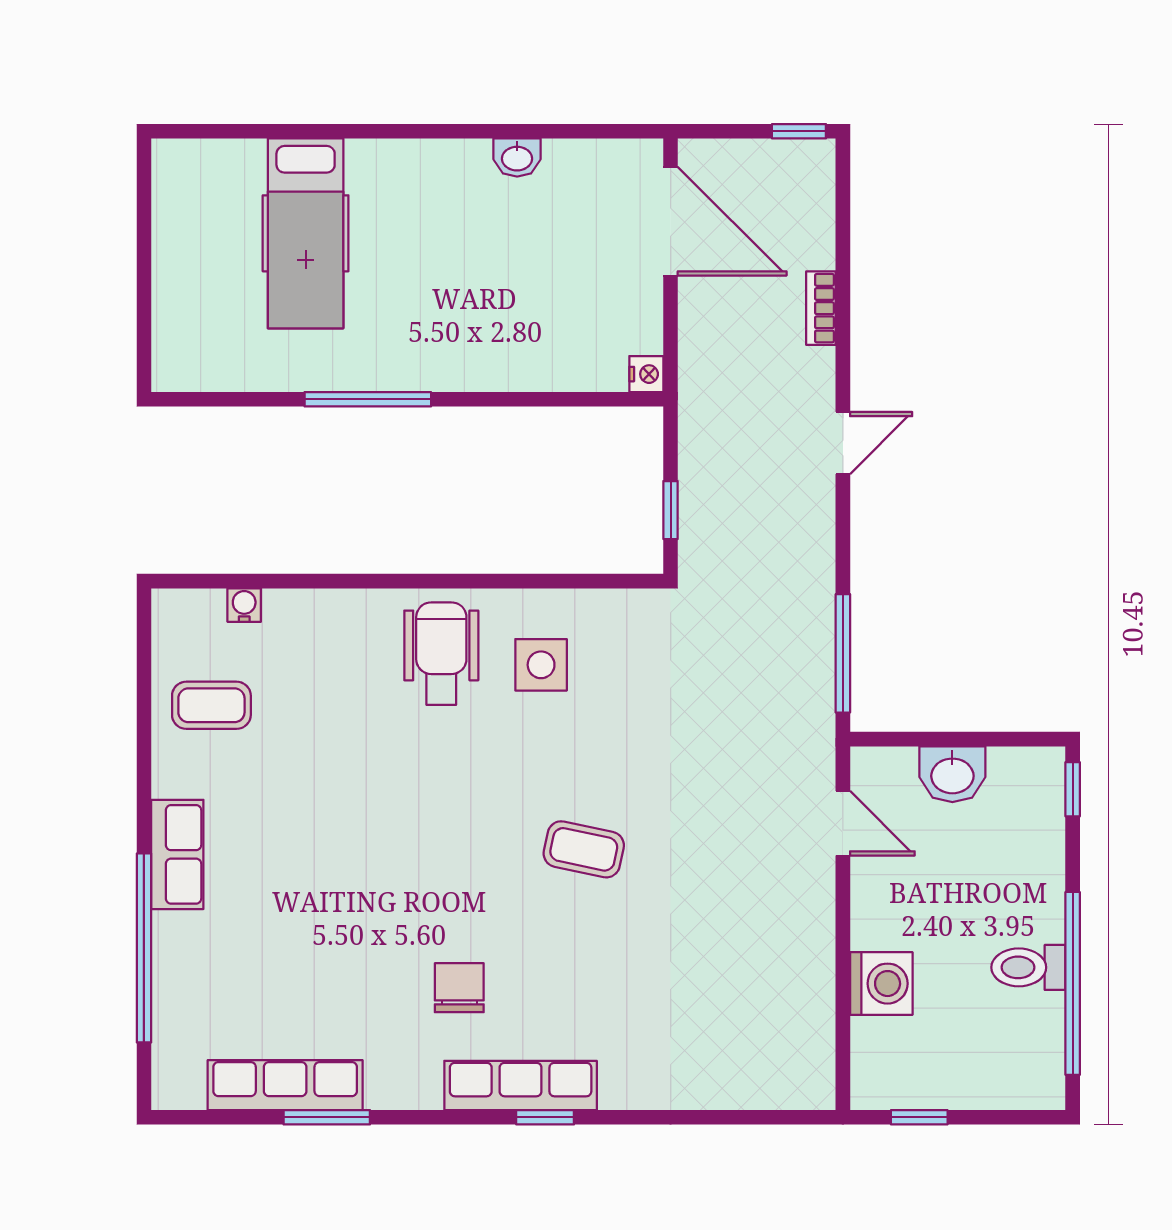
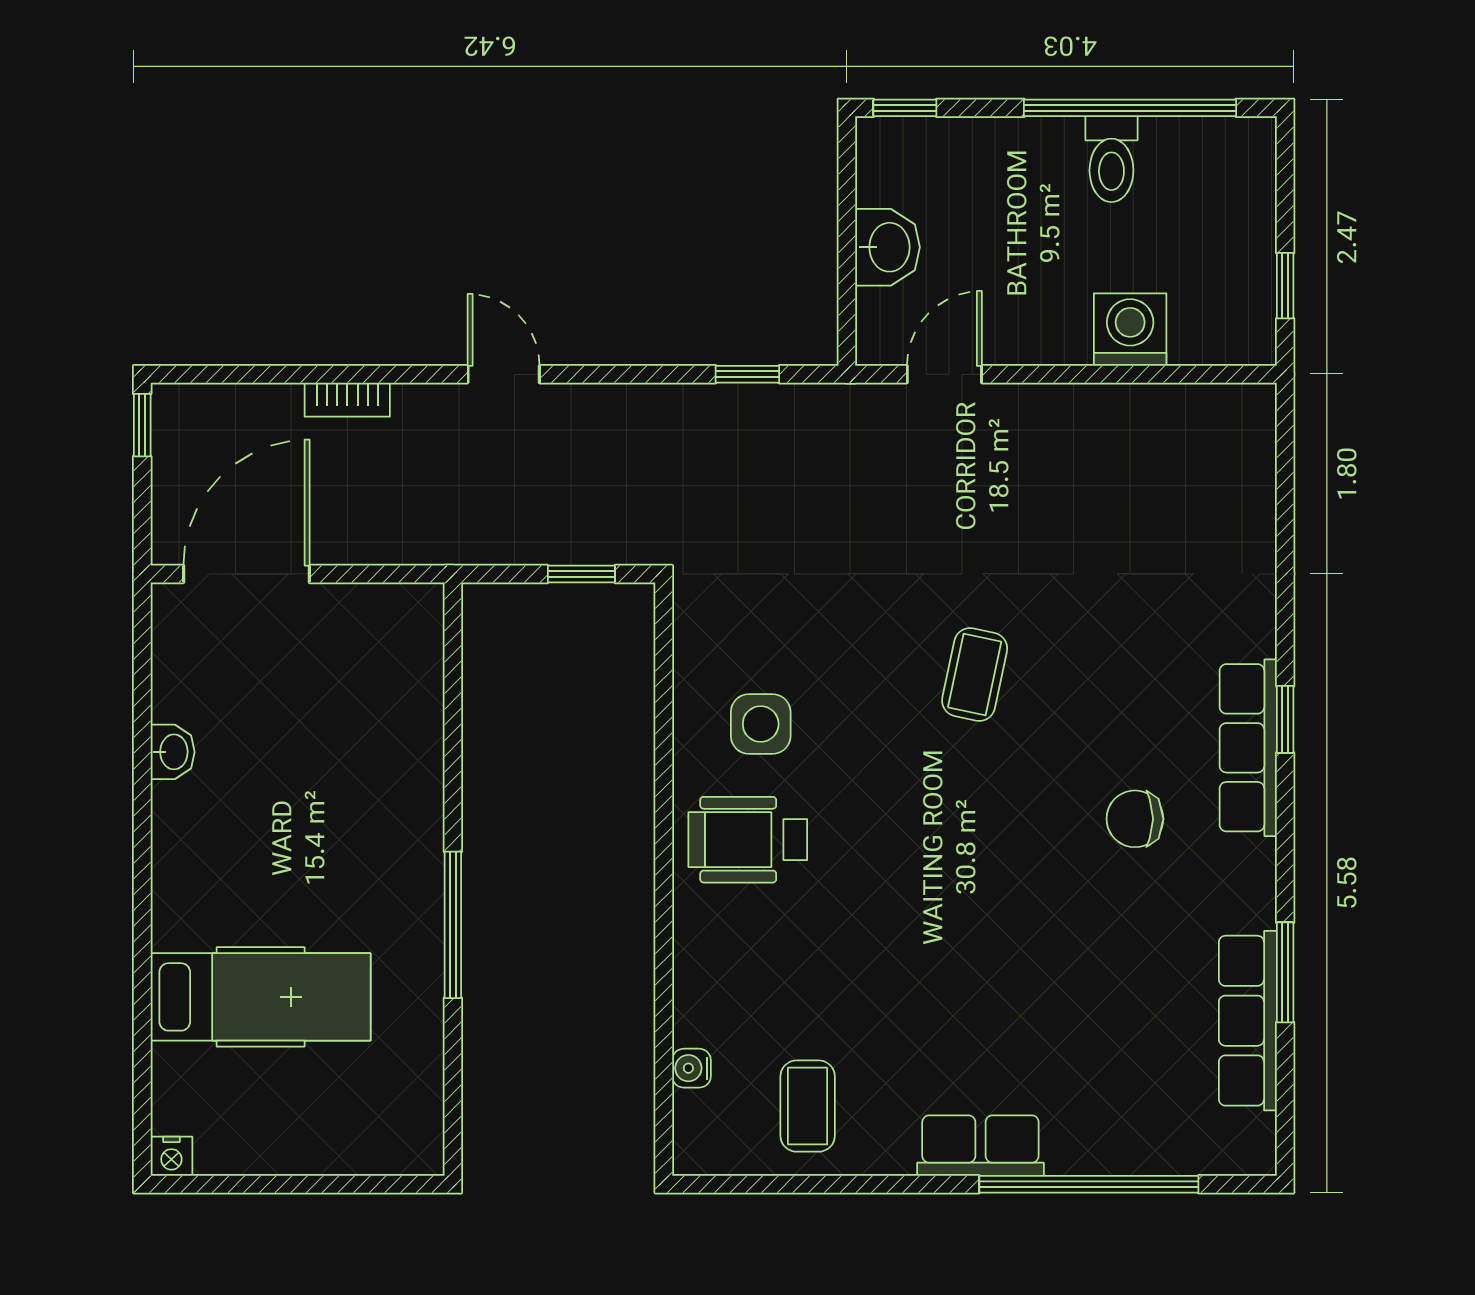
nightstand: (646, 374) -> (171, 1156), moved, turned 180
window: (843, 653) -> (747, 374), width x0.46

